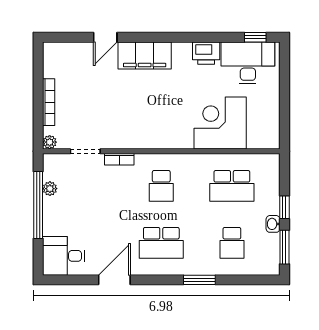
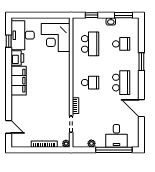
door: (105, 37) -> (9, 127), moved
window: (255, 37) -> (9, 41), moved
filing cabinet: (145, 56) -> (19, 81), moved
corner desk: (220, 123) -> (56, 37), moved
window: (38, 205) -> (114, 150), moved
window: (284, 207) -> (92, 15), moved
desk: (64, 256) -> (116, 136), moved

